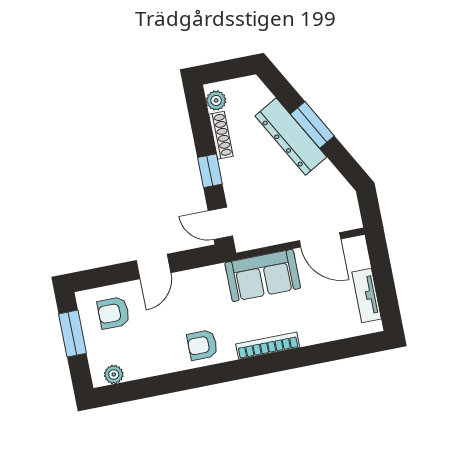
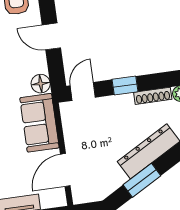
window: (312, 125) -> (142, 180), moved
floor lamp: (213, 277) -> (41, 84), added

